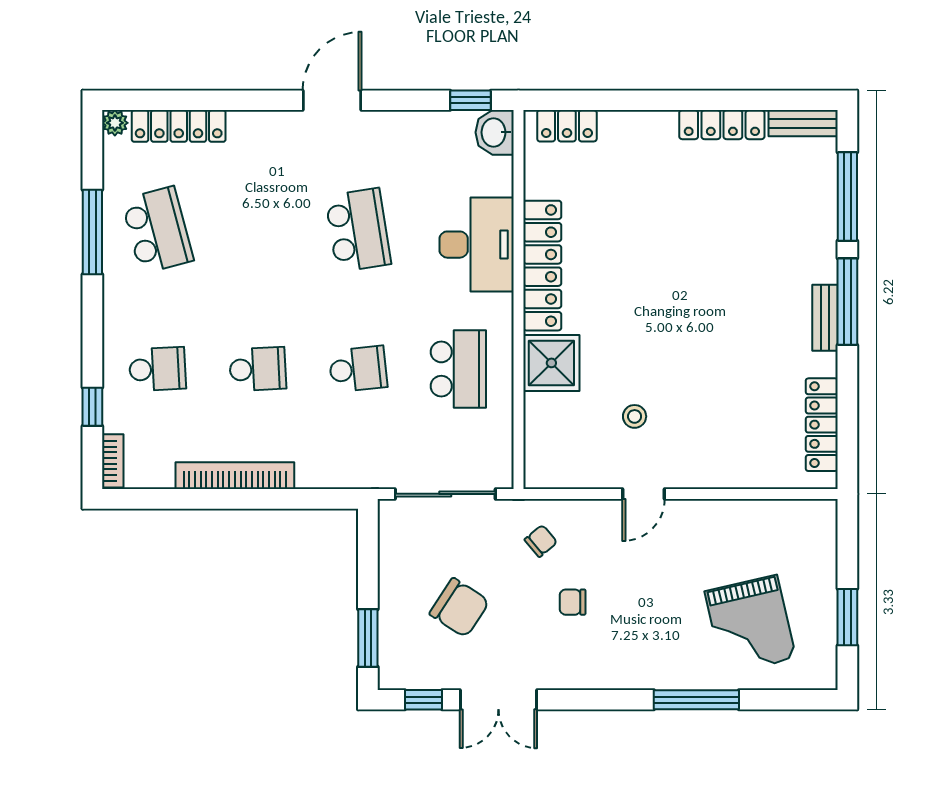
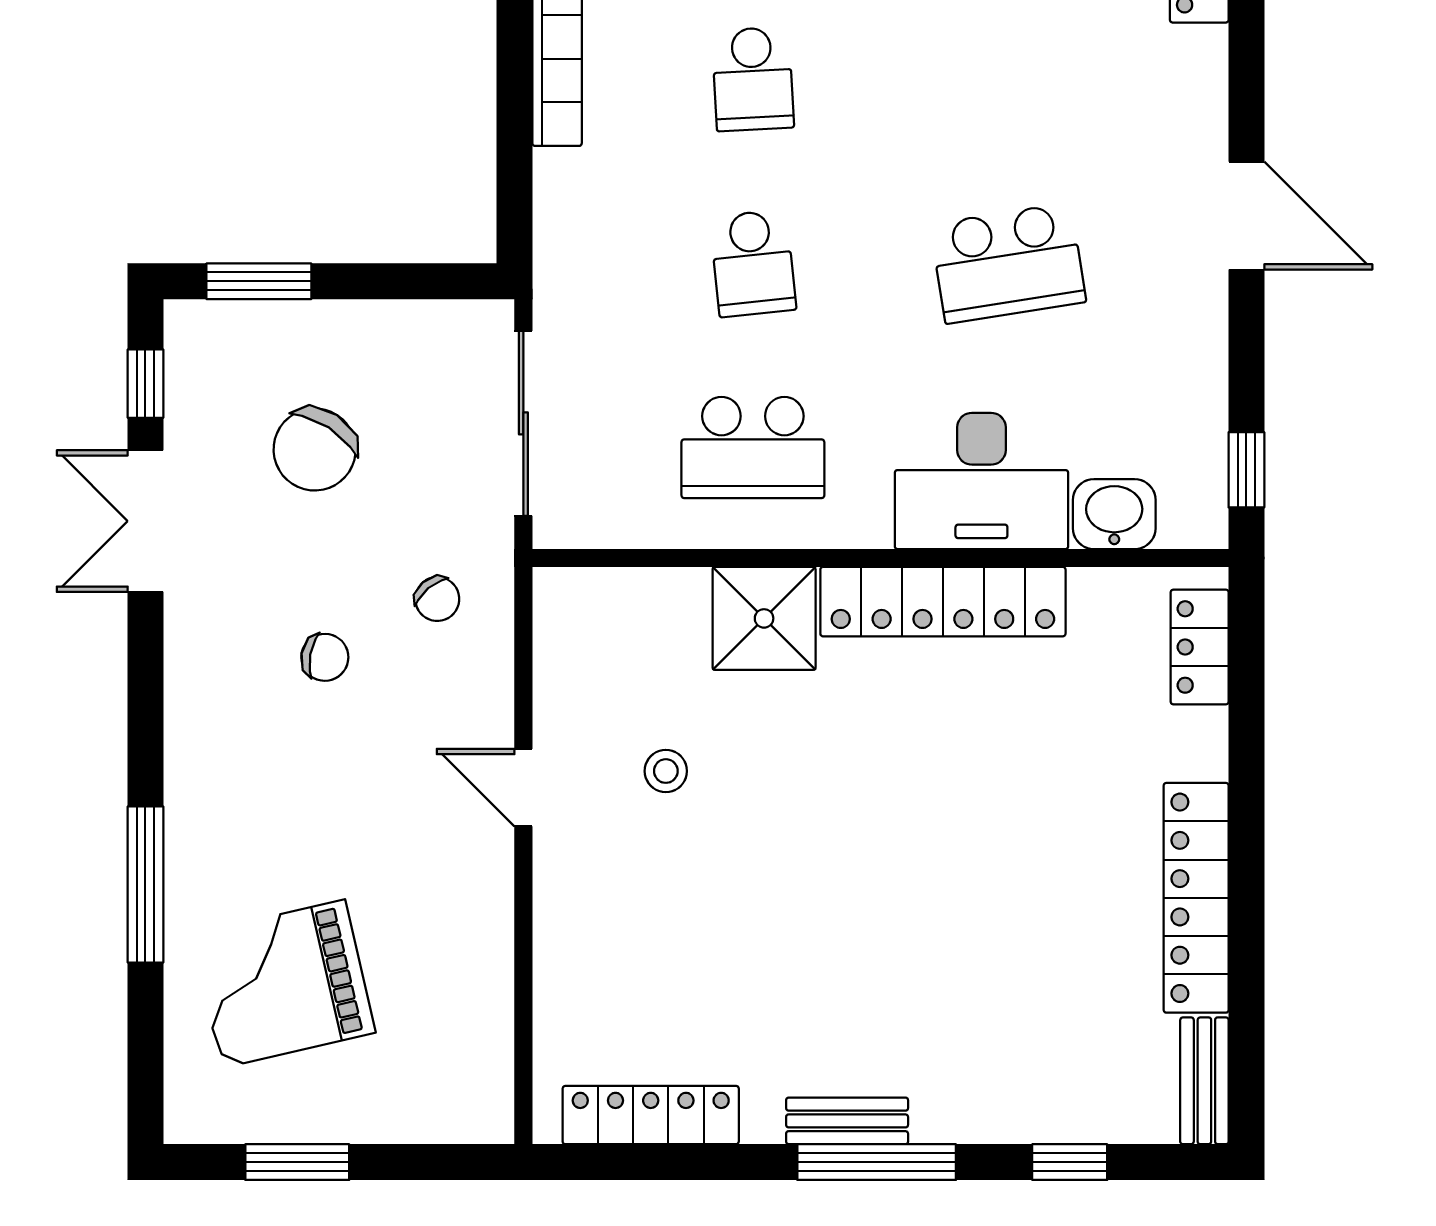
locker: (722, 125) -> (1196, 898), width x1.41, depth x1.21
washbasin: (495, 132) -> (1114, 514), moved
window: (847, 197) -> (1070, 1162), width x0.46
chair: (573, 602) -> (325, 657), turned 100

